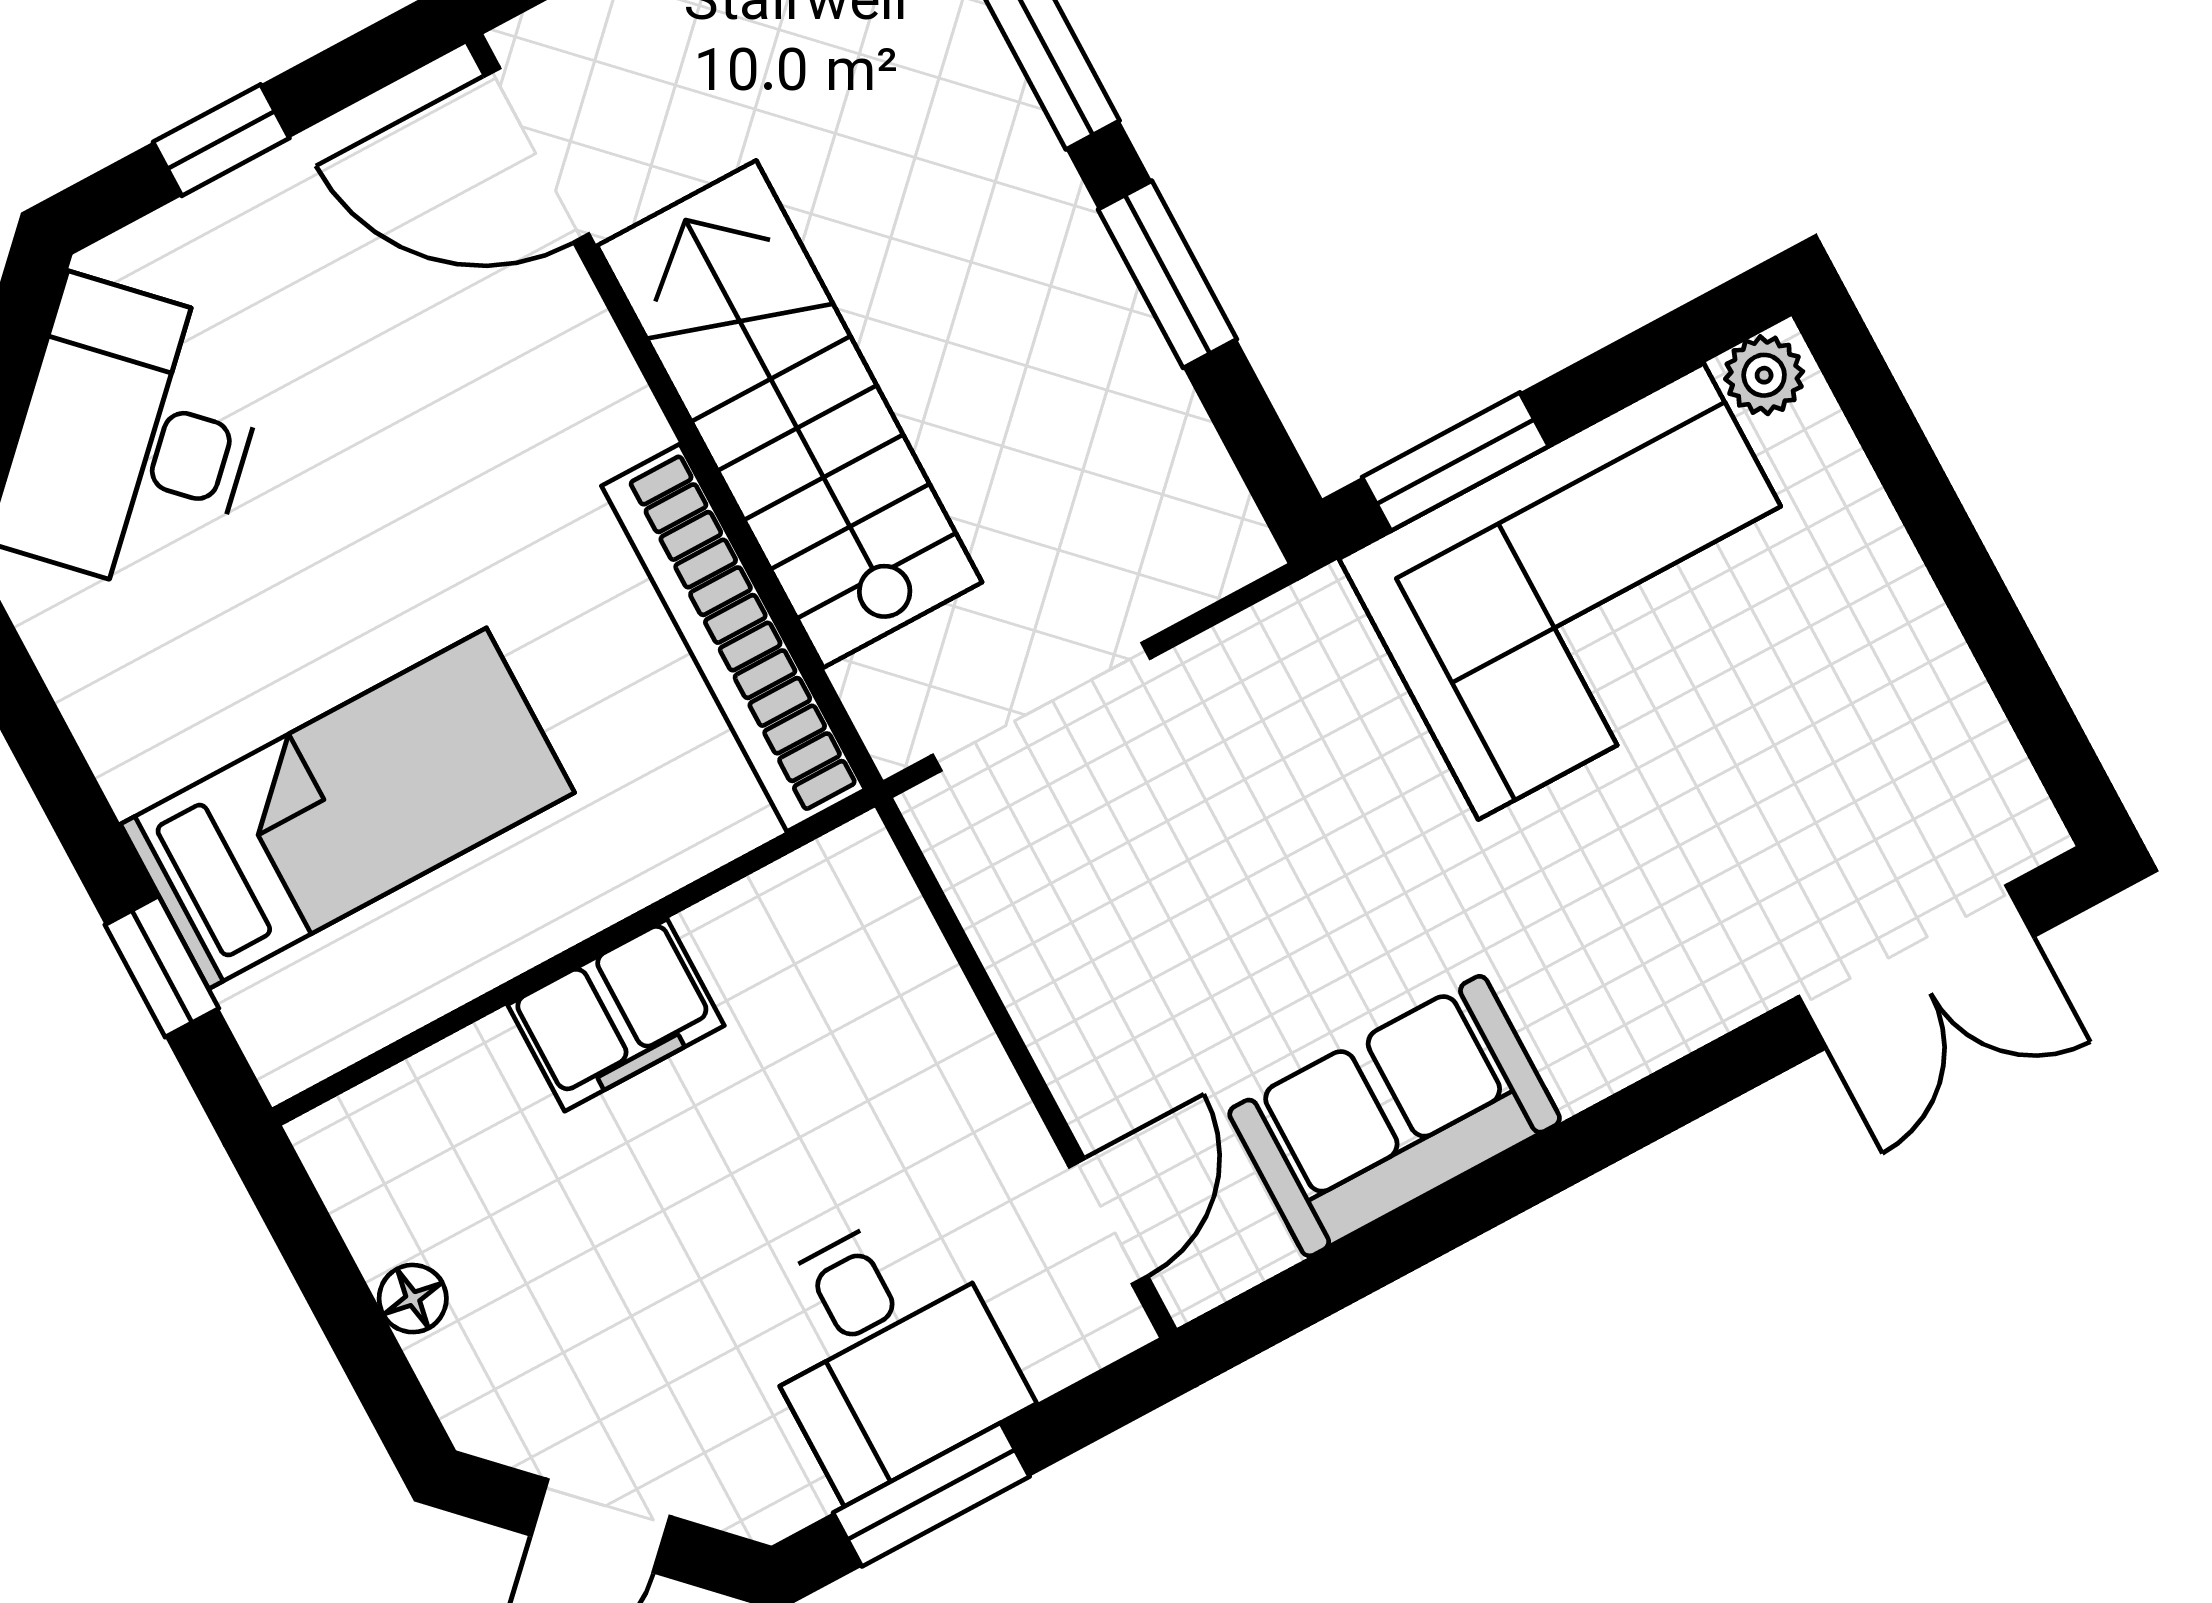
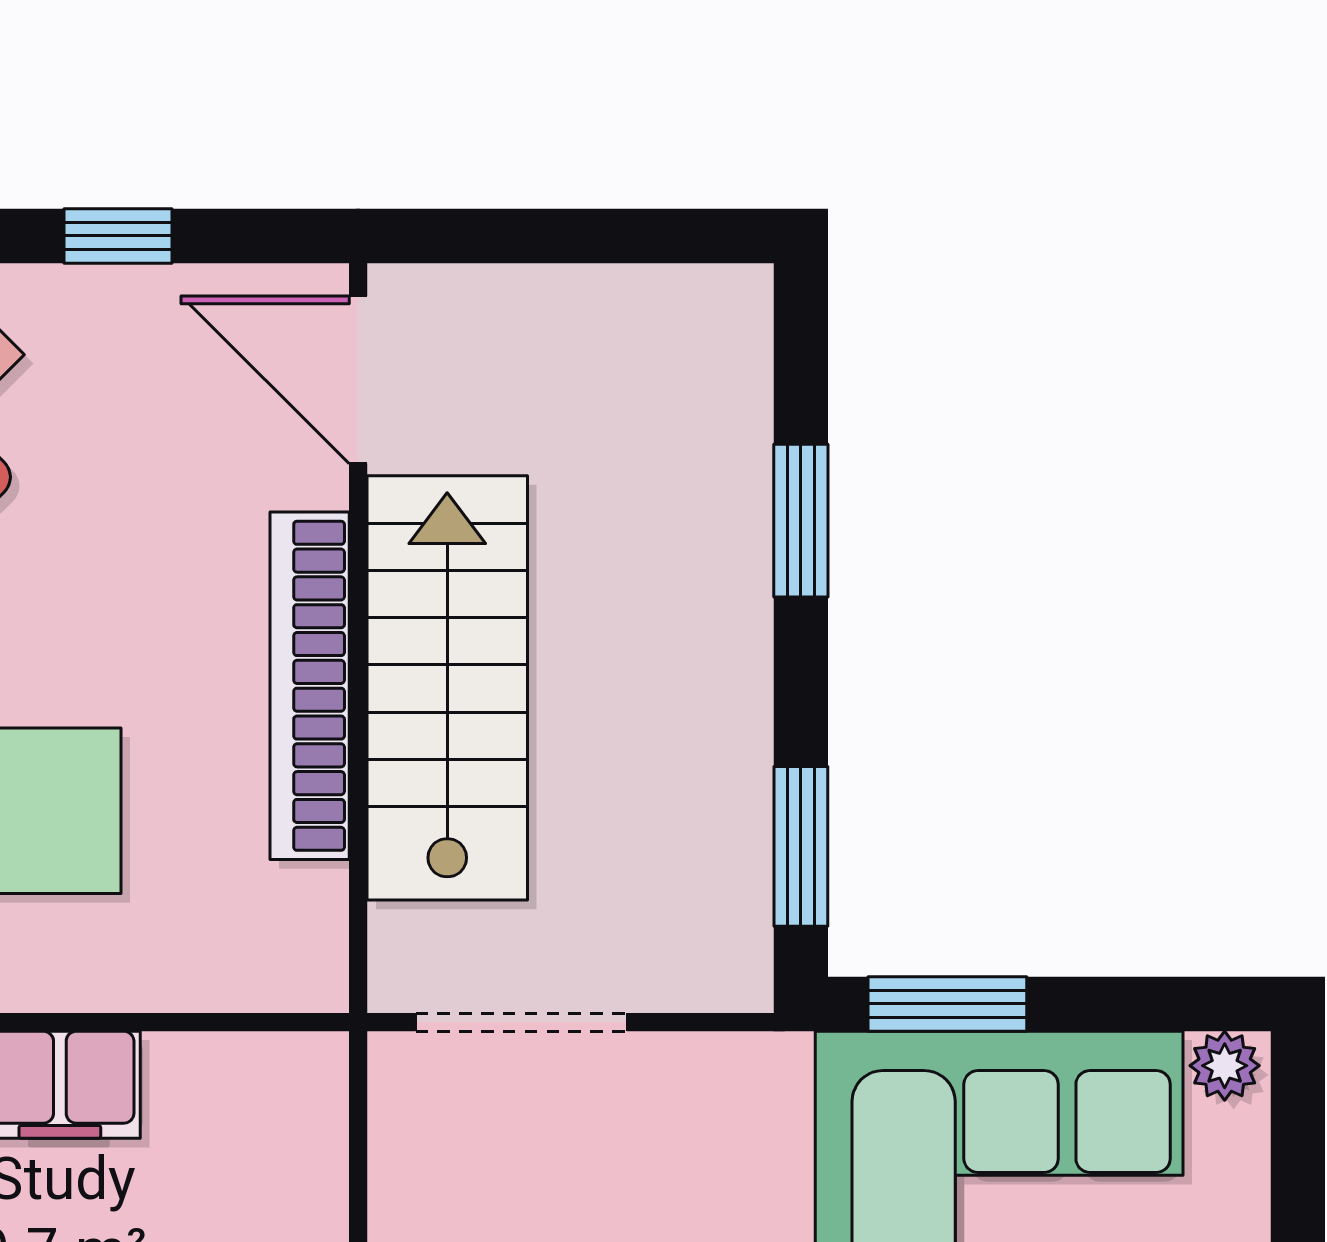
window: (1167, 274) -> (801, 846), moved
bookcase: (733, 638) -> (310, 686), moved

